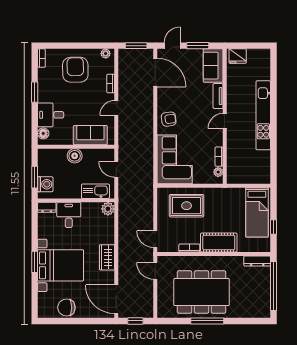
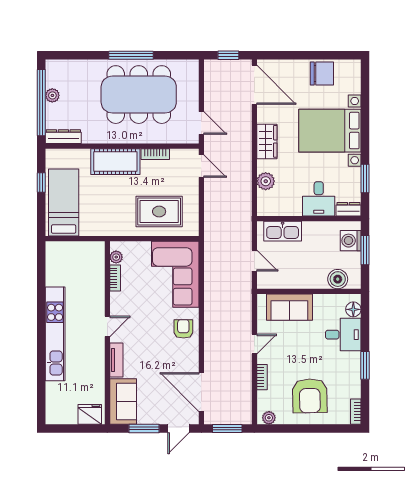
armchair: (169, 119) -> (183, 329), turned 97
boiler: (75, 156) -> (338, 279), moved
plant: (108, 209) -> (266, 181), moved
window: (35, 262) -> (365, 178), moved
plant: (265, 291) -> (52, 95), added

